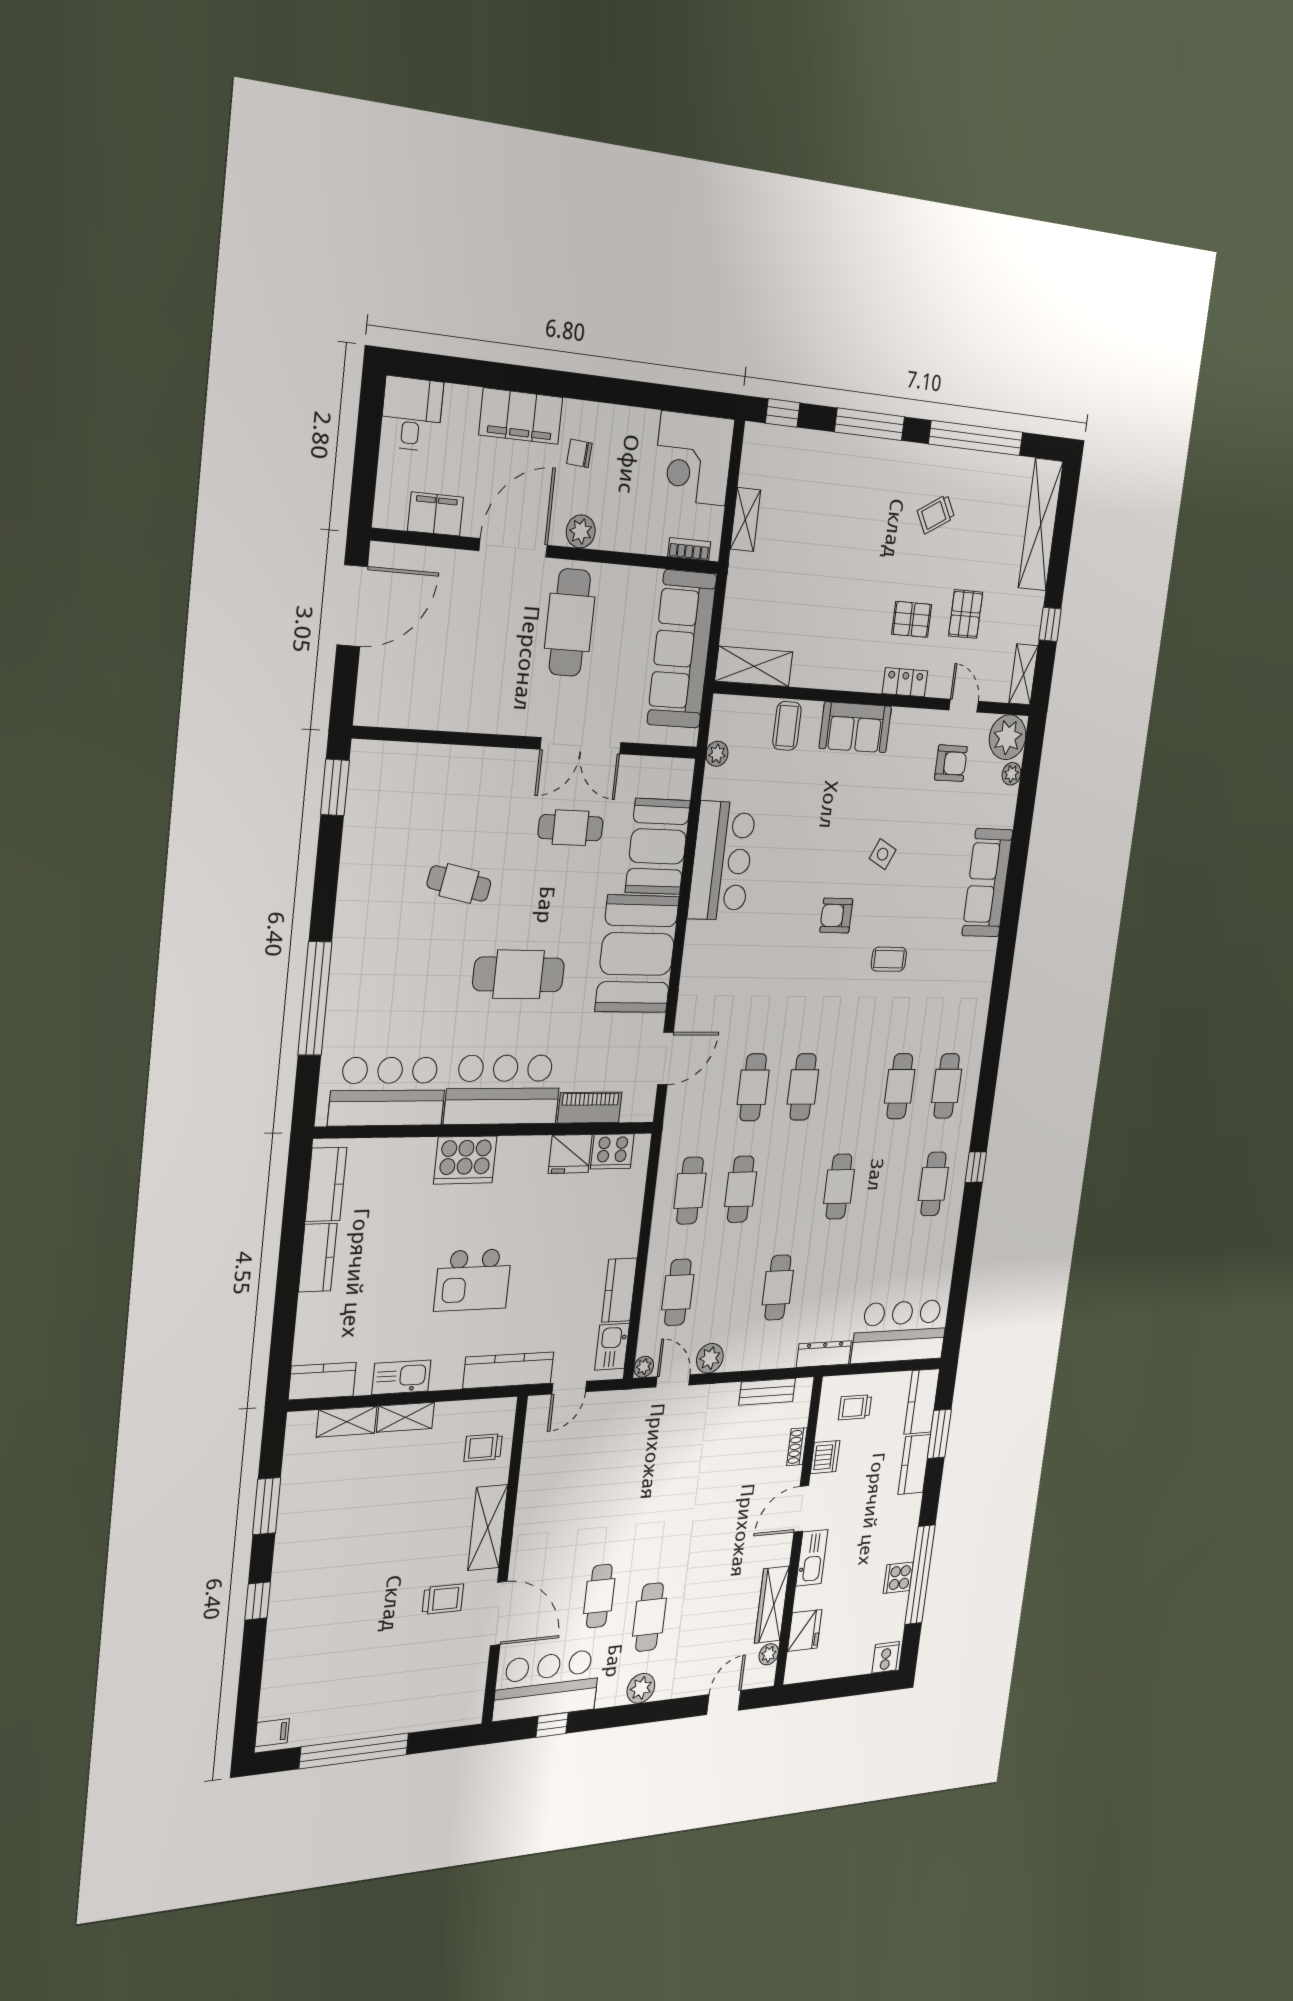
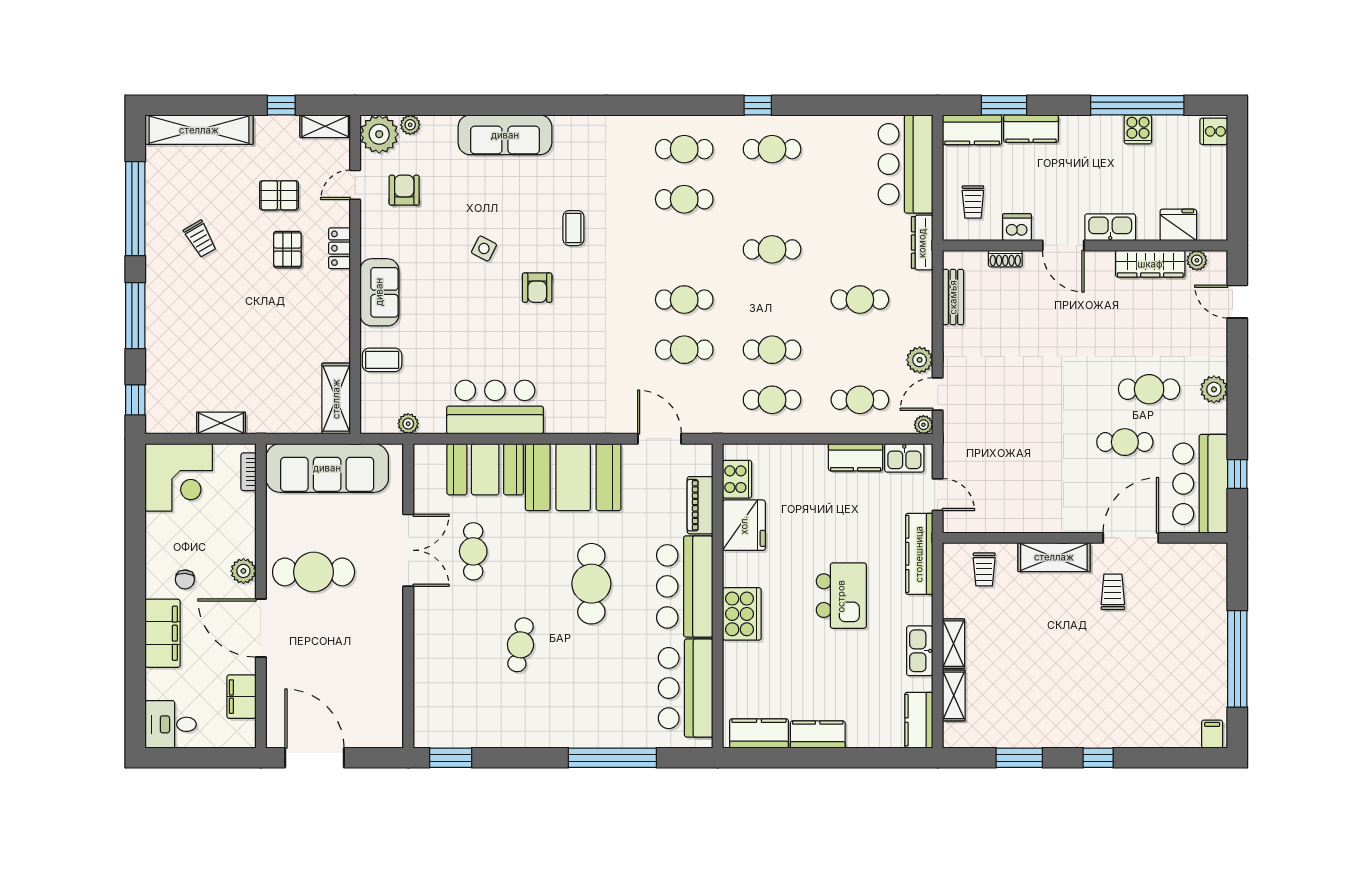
fridge: (570, 1154) -> (744, 525), width x1.36, depth x1.34

